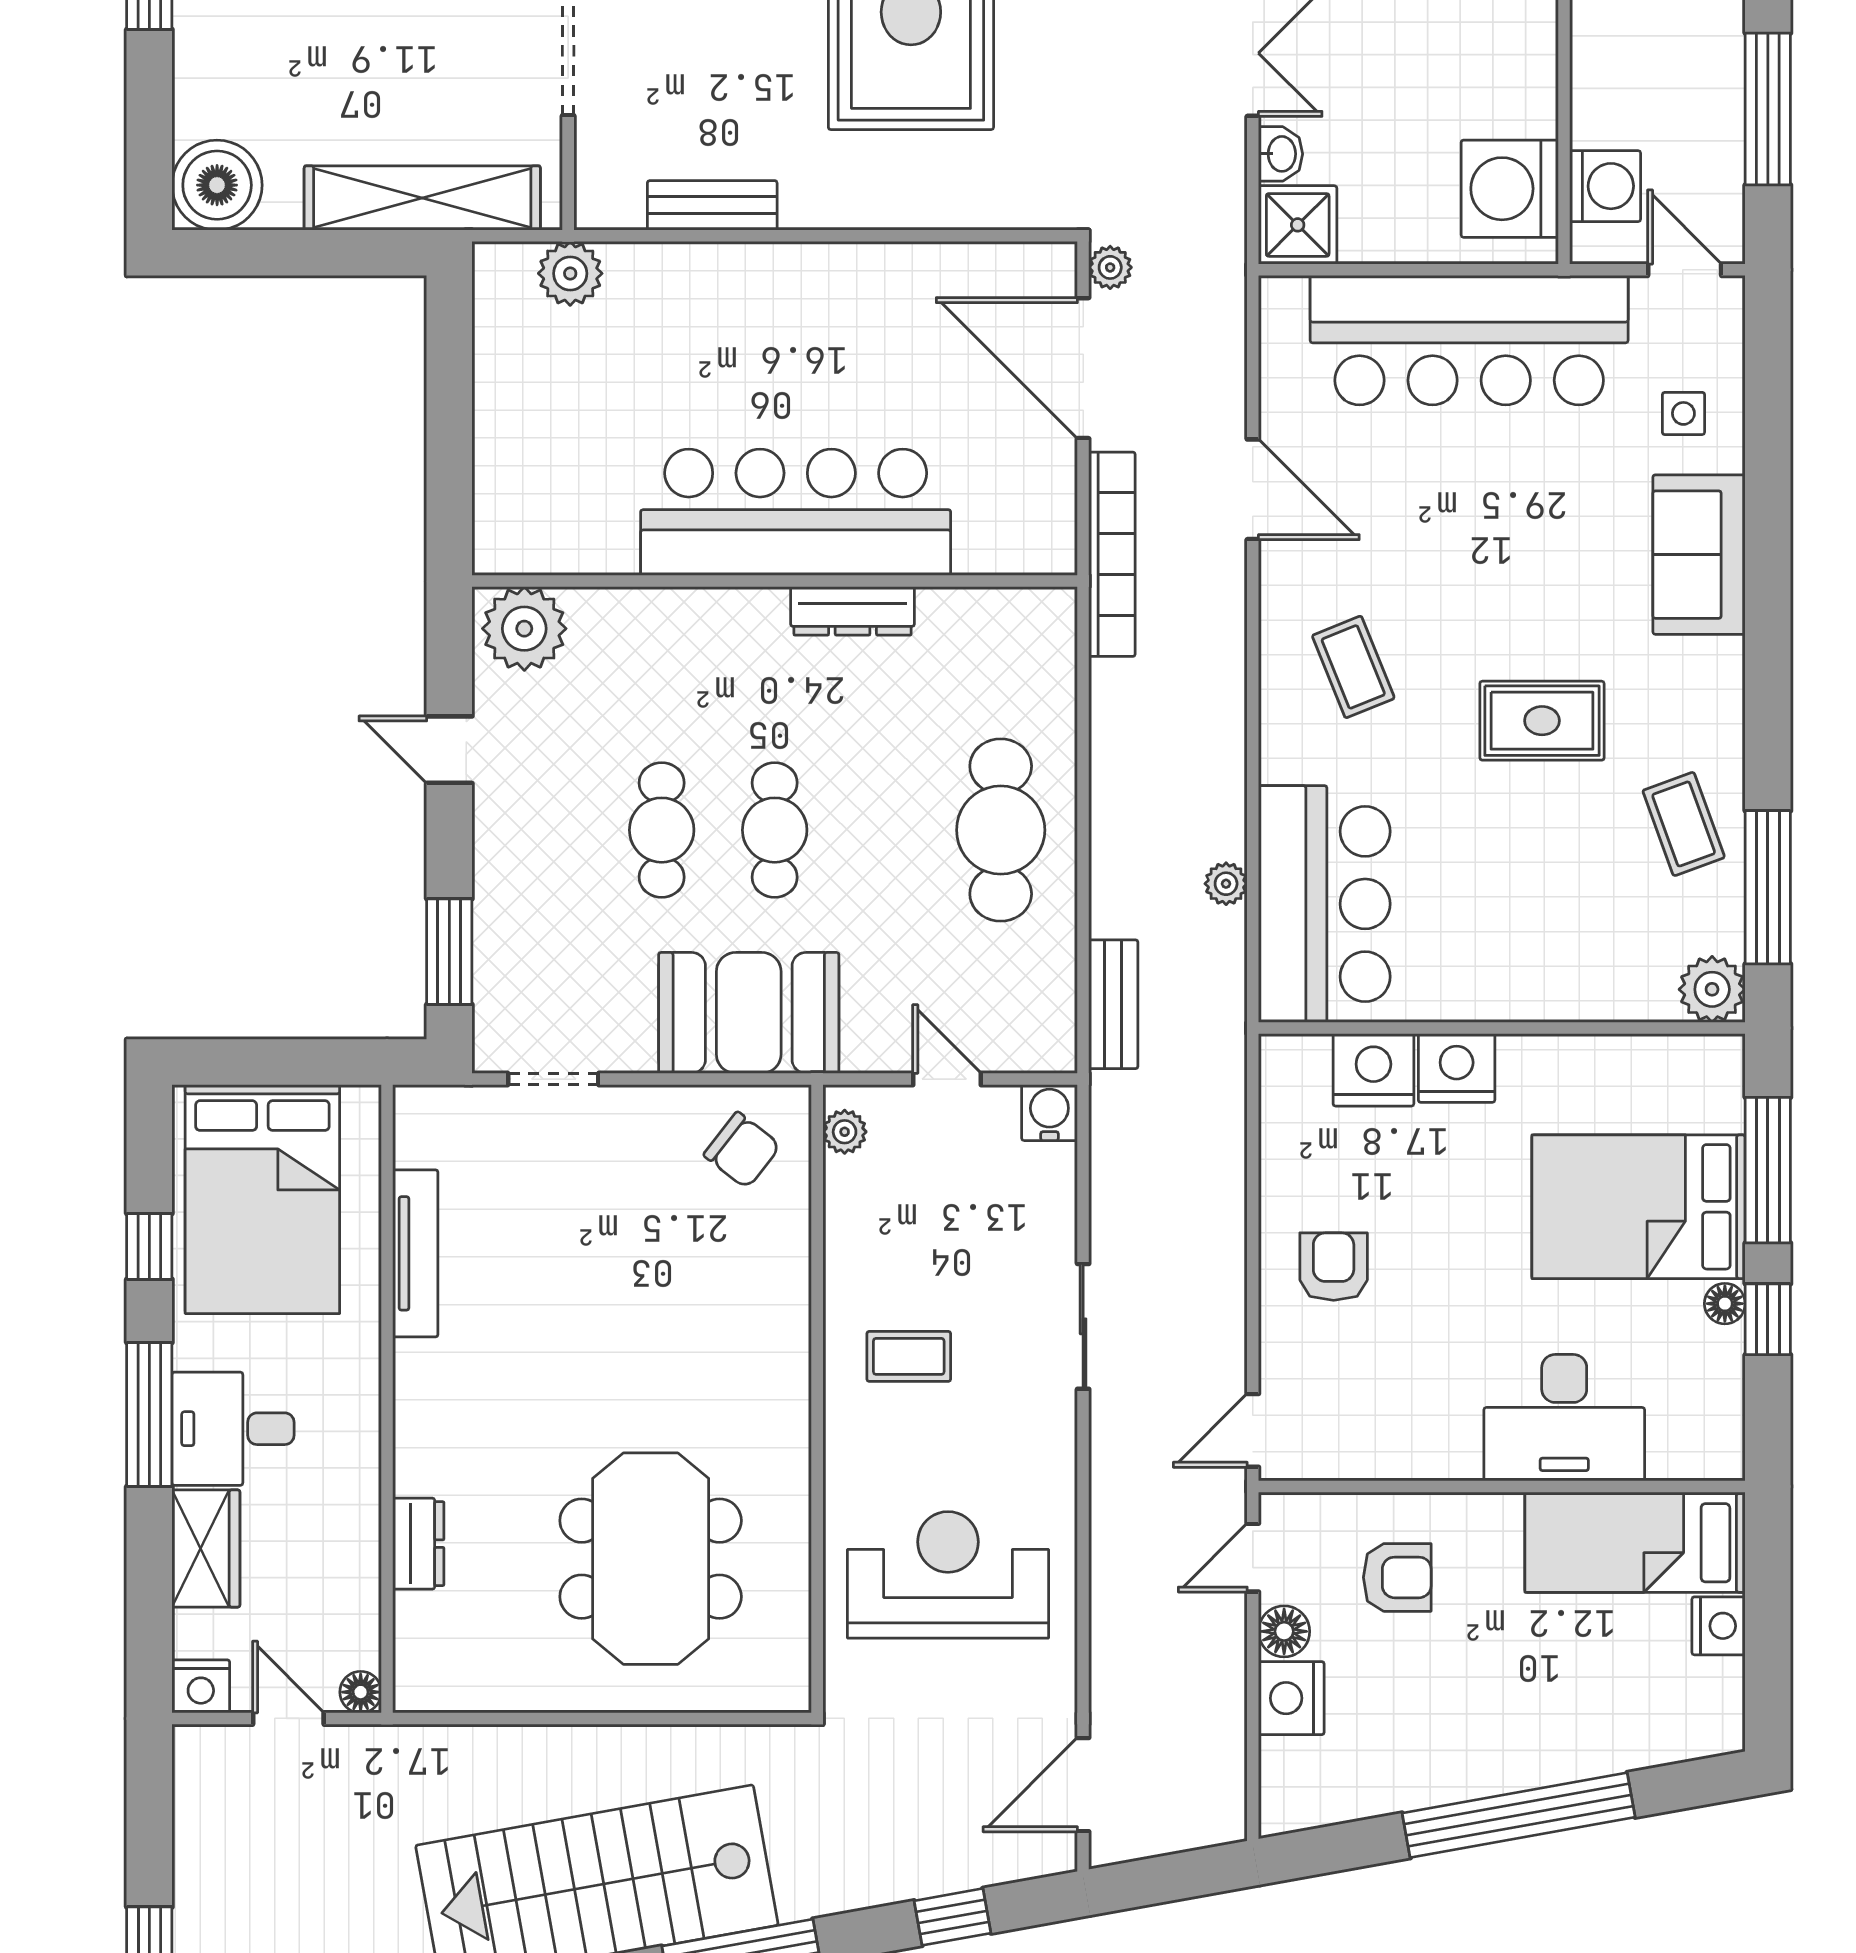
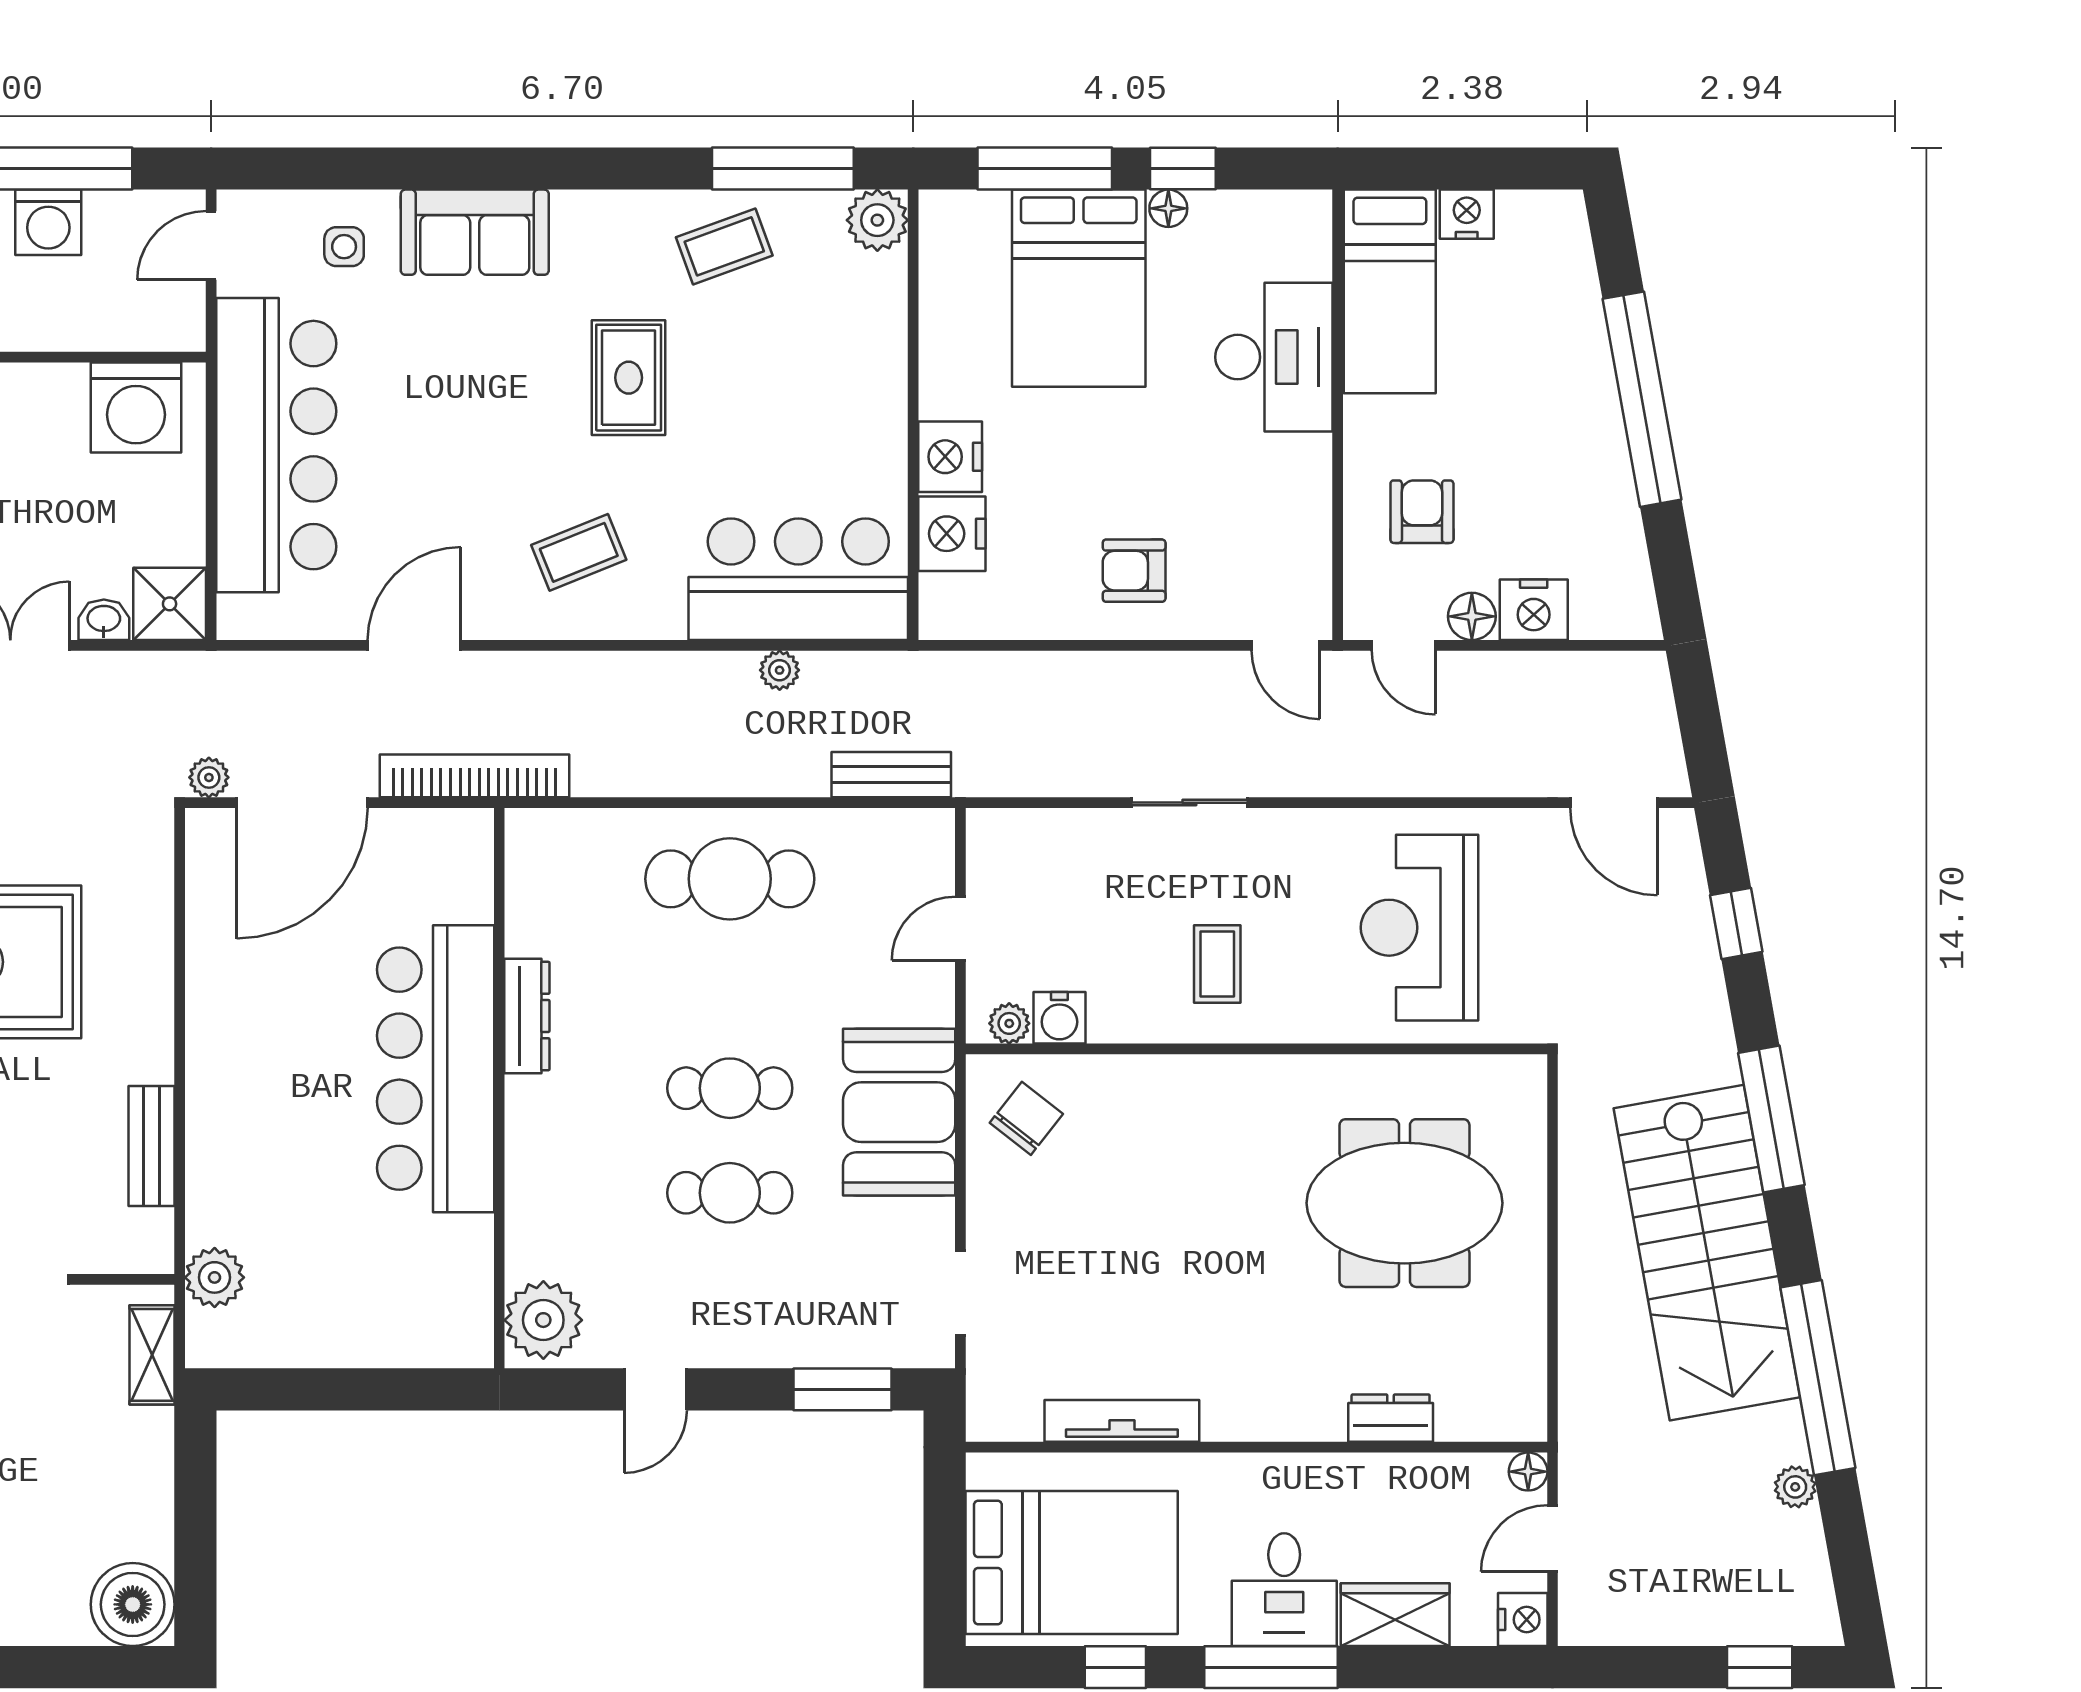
washing machine: (1605, 186) -> (48, 222), moved, turned 180
shelving: (422, 198) -> (152, 1355), width x0.45, depth x0.75
water cooler: (1049, 1113) -> (1059, 1018), moved, turned -90

